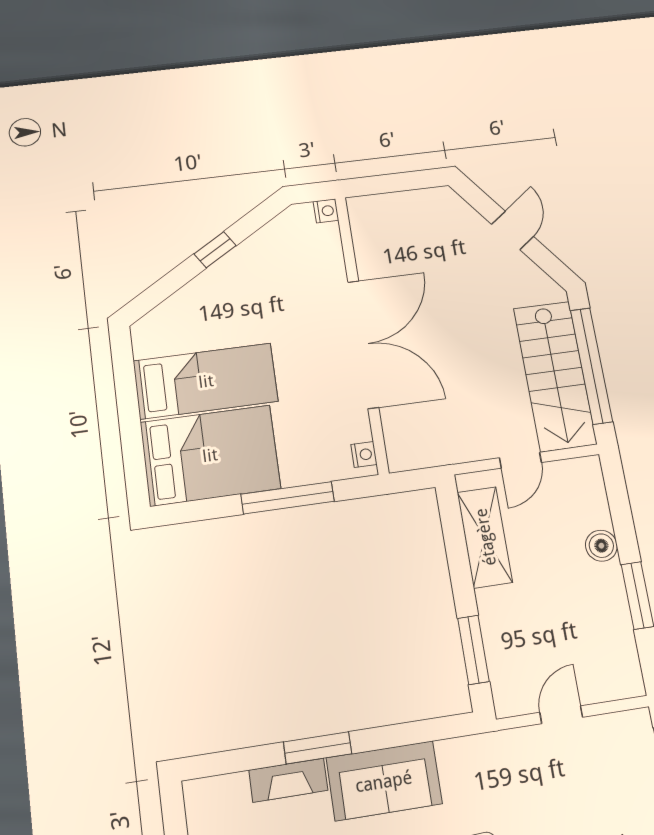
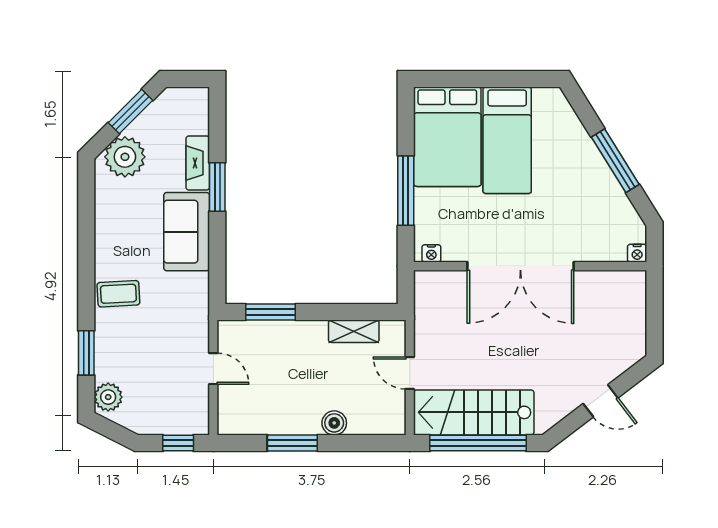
window: (215, 250) -> (615, 161), width x2.17
shelving: (485, 537) -> (354, 331), width x0.67, depth x0.75

